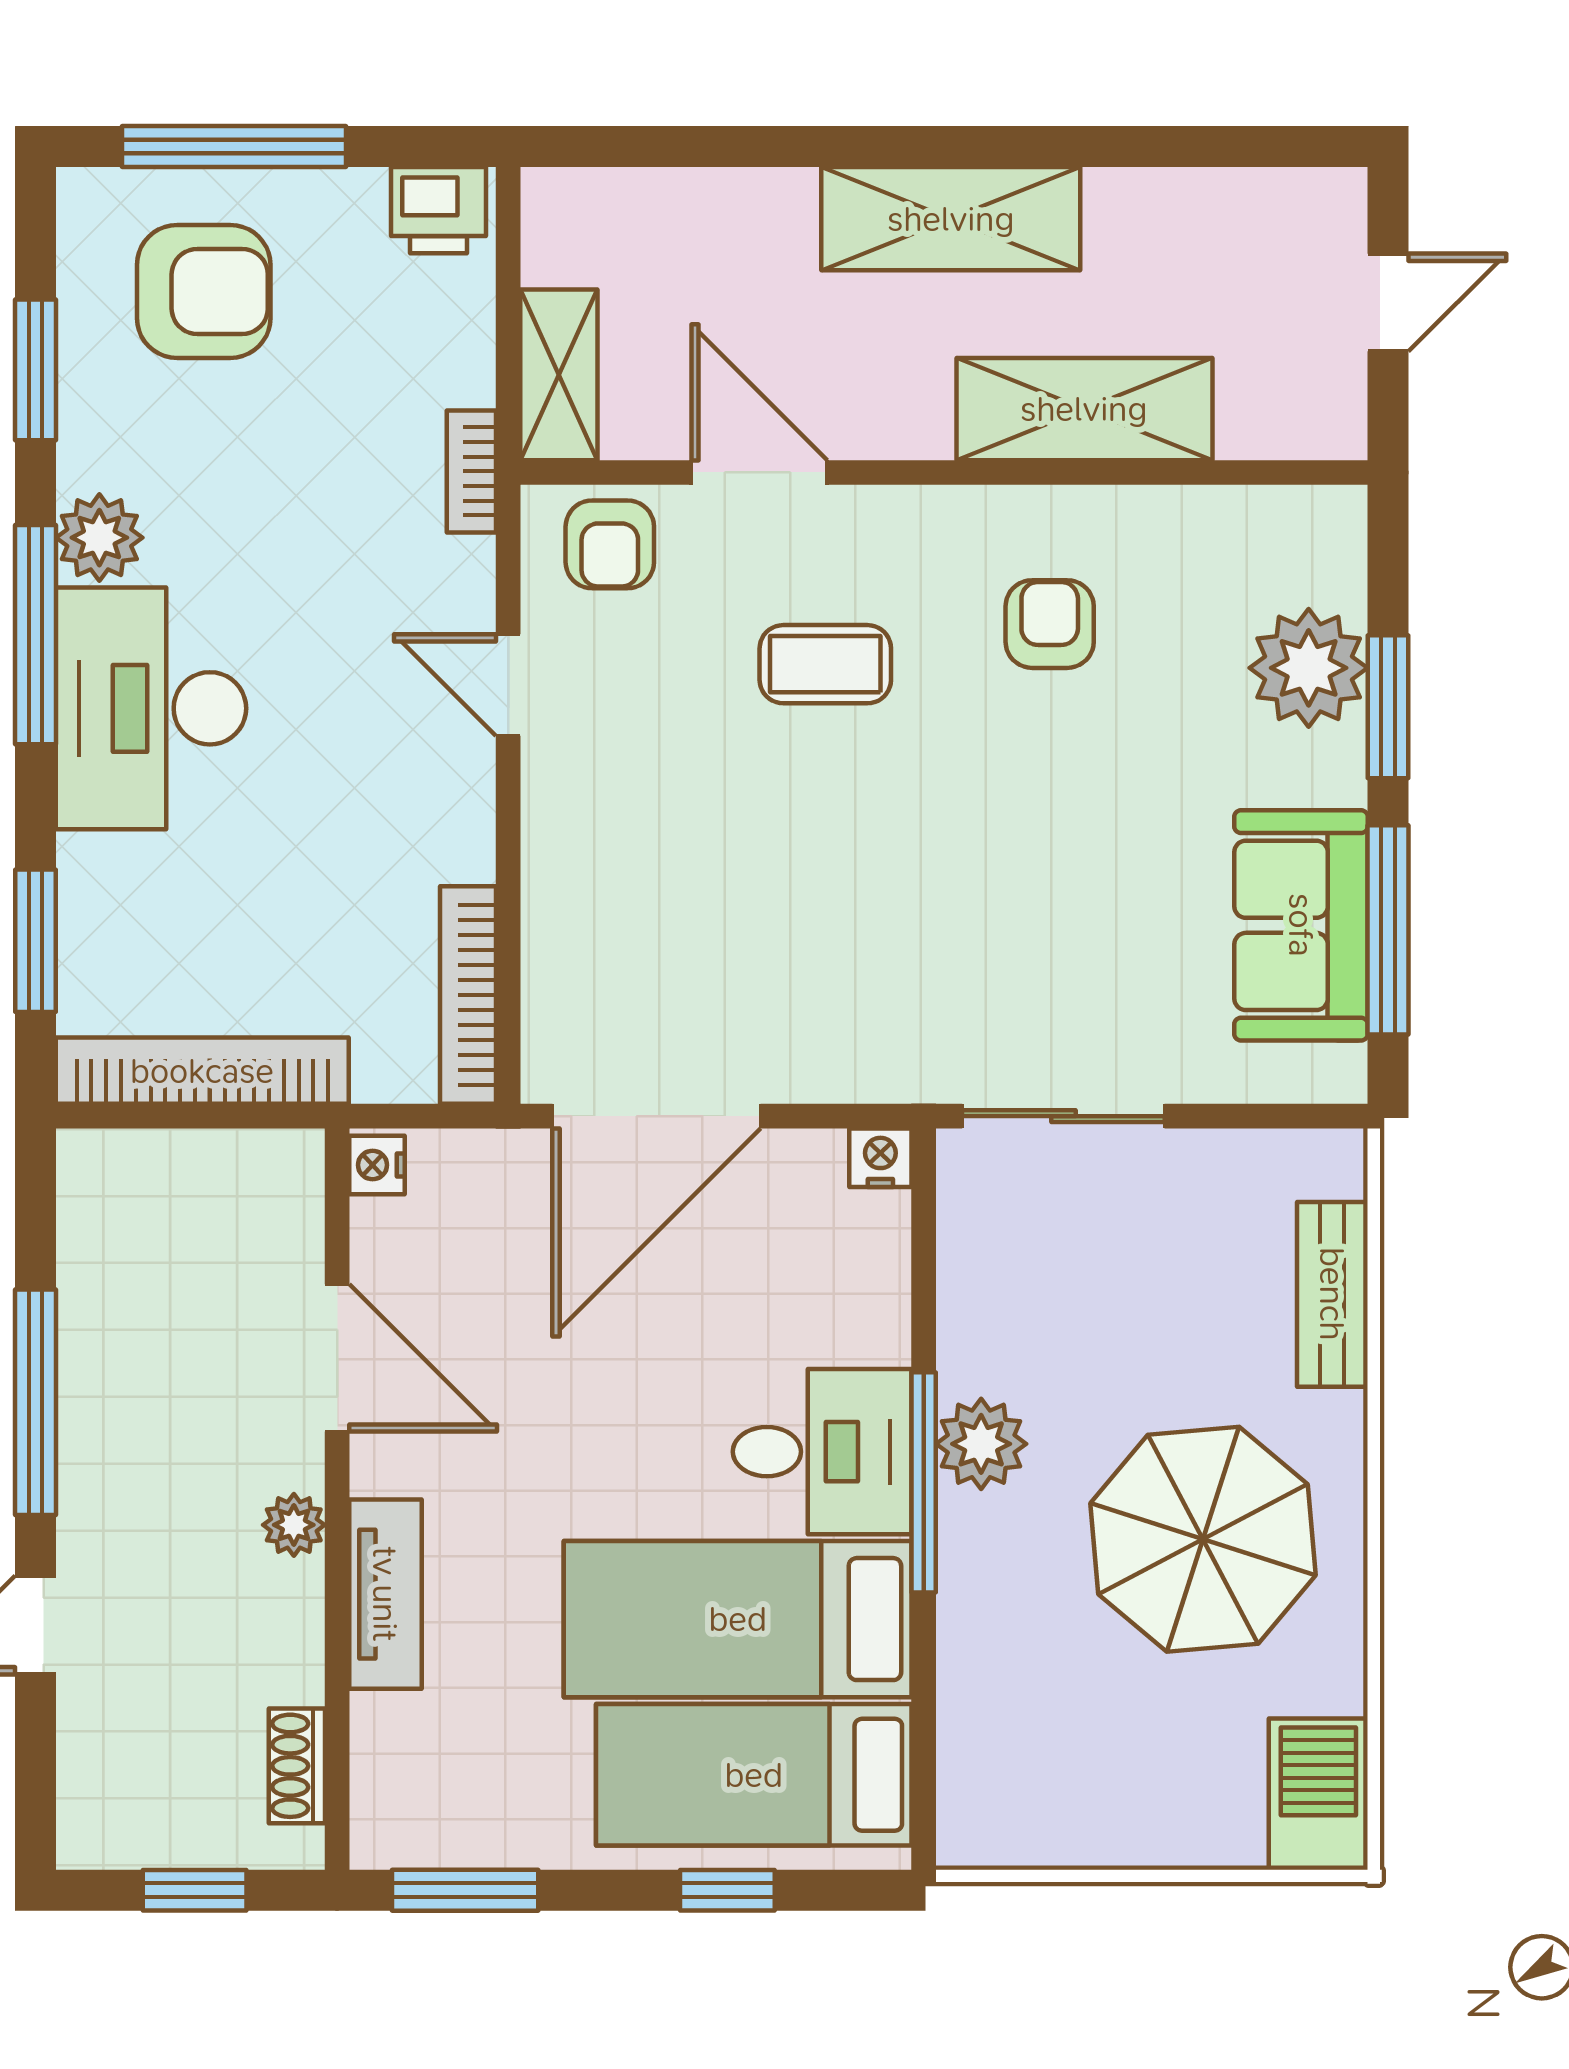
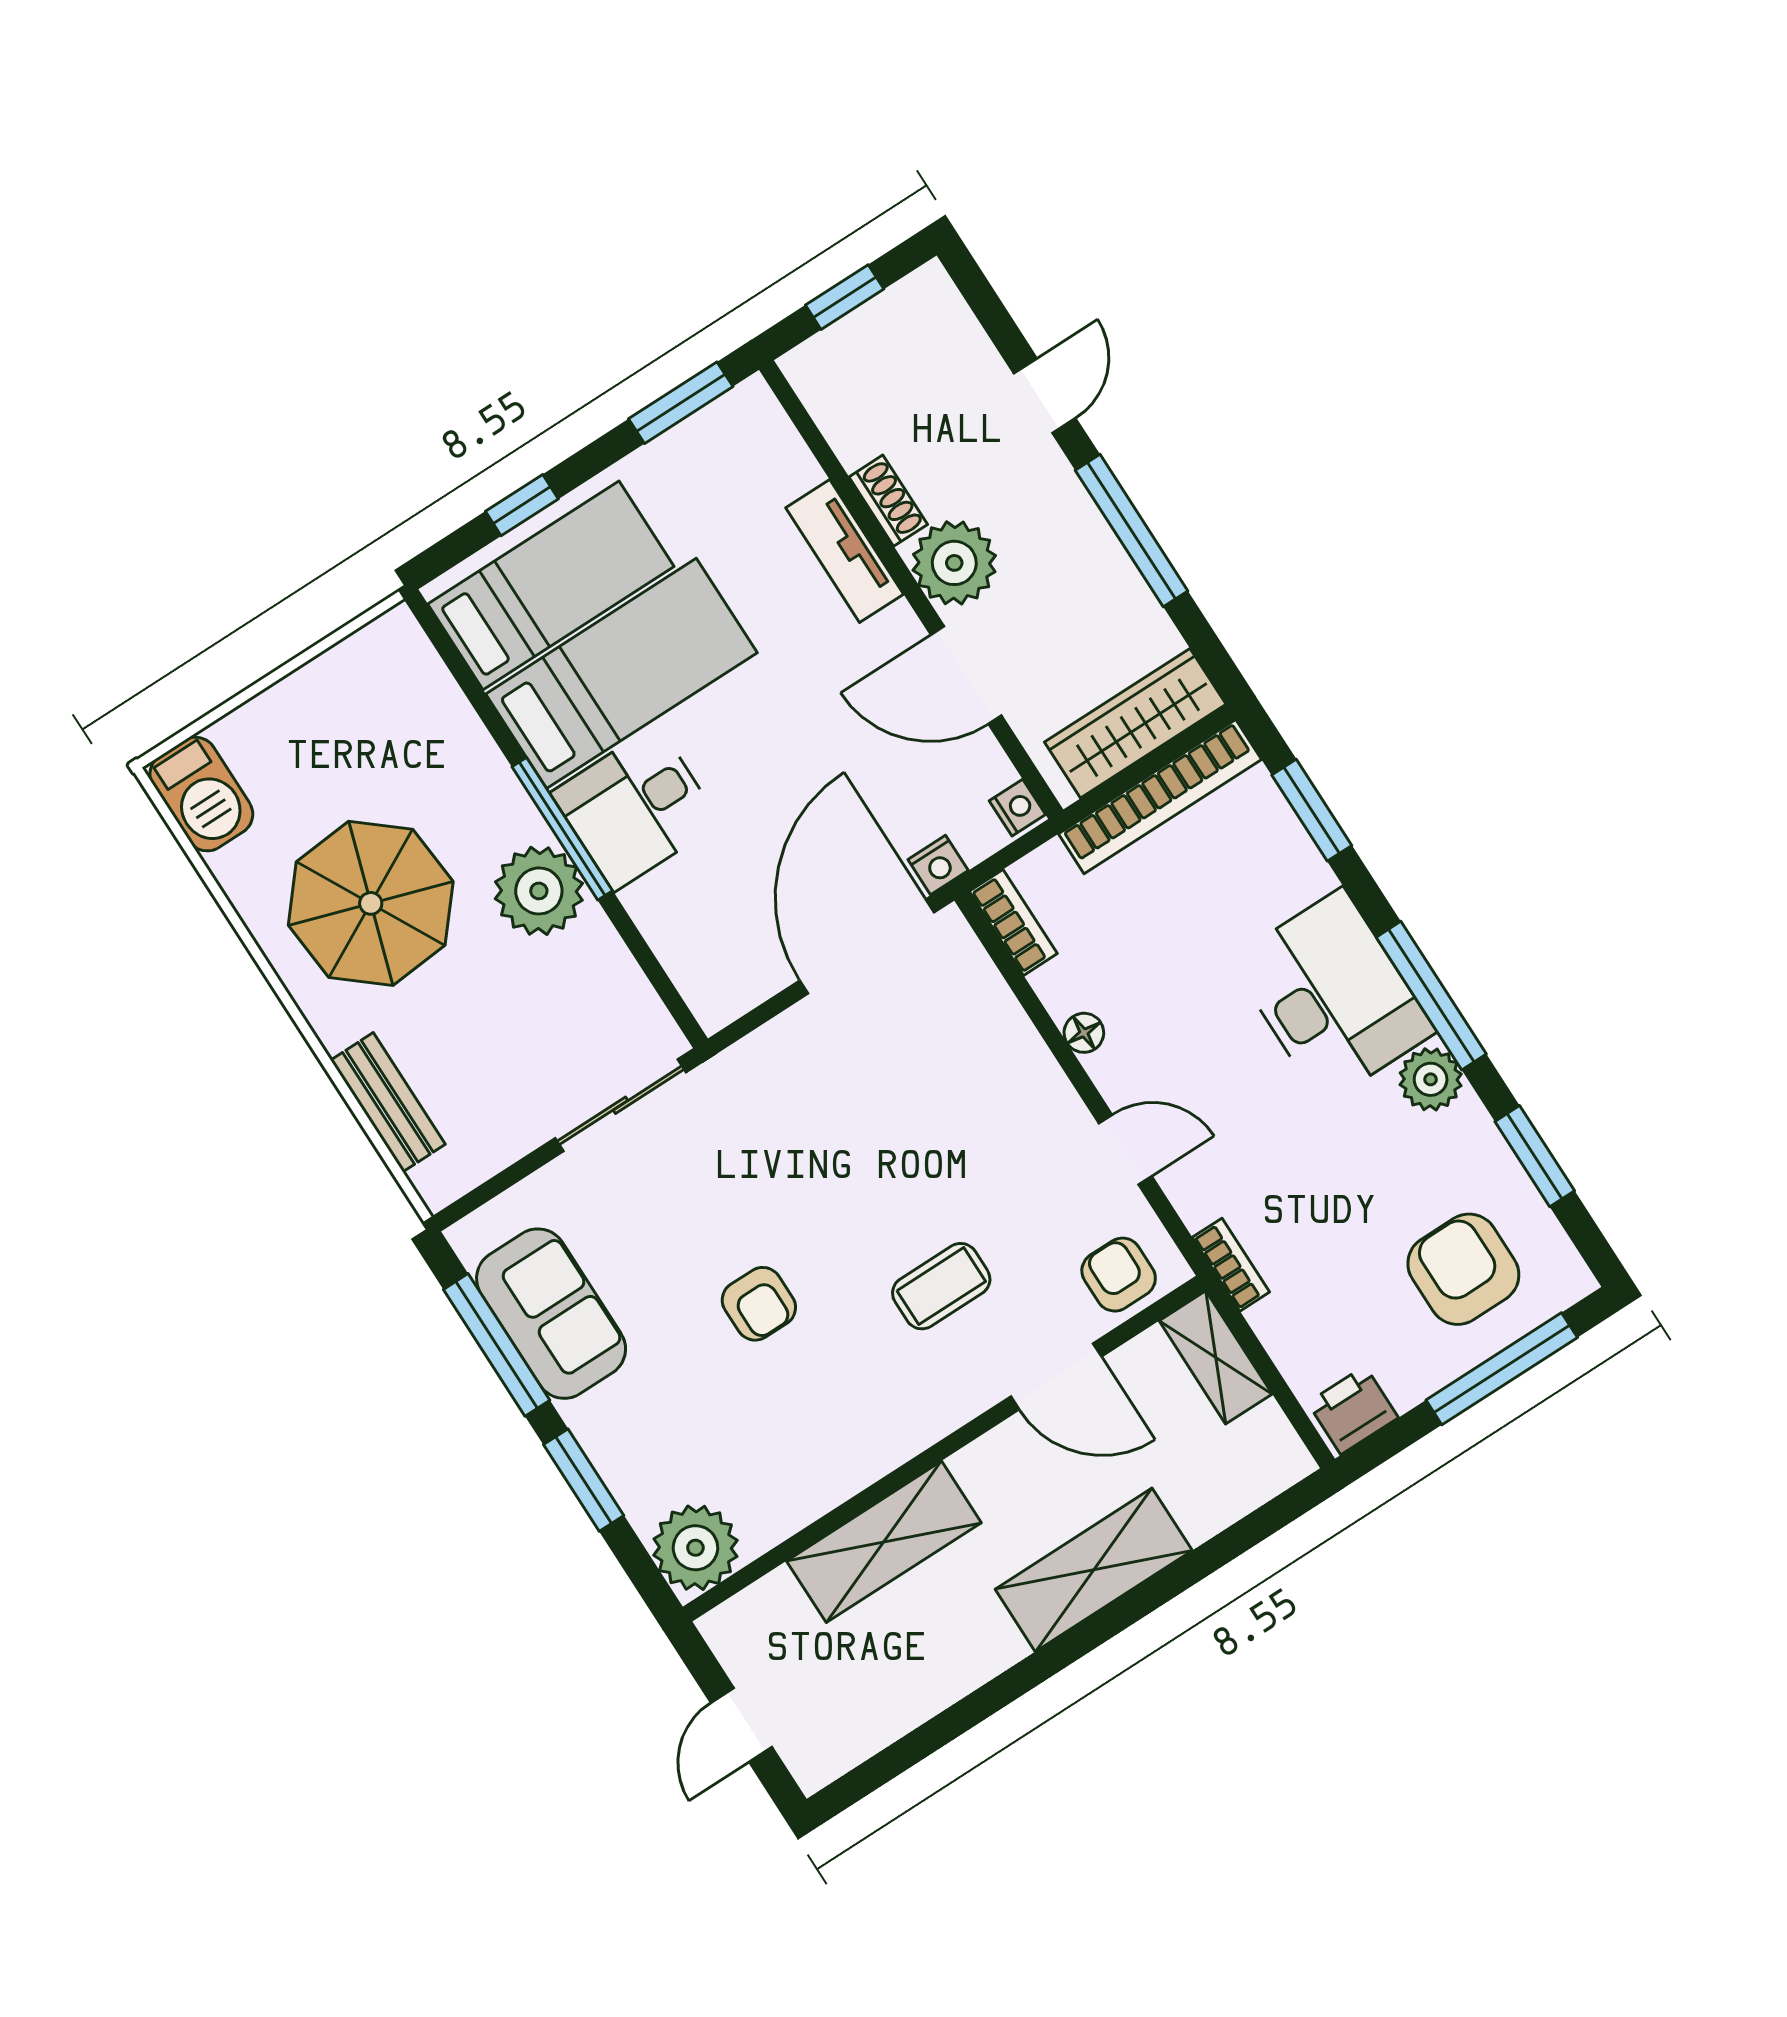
shelving: (951, 219) -> (1094, 1570), moved
armchair: (204, 291) -> (1463, 1269), turned 90
armchair: (1050, 624) -> (759, 1304), moved
plant: (1309, 668) -> (695, 1548), moved
floor lamp: (469, 852) -> (1084, 1033), added
bookcase: (468, 995) -> (1013, 922), width x0.64
nightstand: (880, 1158) -> (938, 865), moved
wardrobe: (176, 1175) -> (1135, 723), added
plant: (981, 1444) -> (539, 891), width x1.36, depth x1.36
plant: (294, 1525) -> (954, 563), width x1.88, depth x1.88
shoe rack: (297, 1766) -> (888, 501), moved

